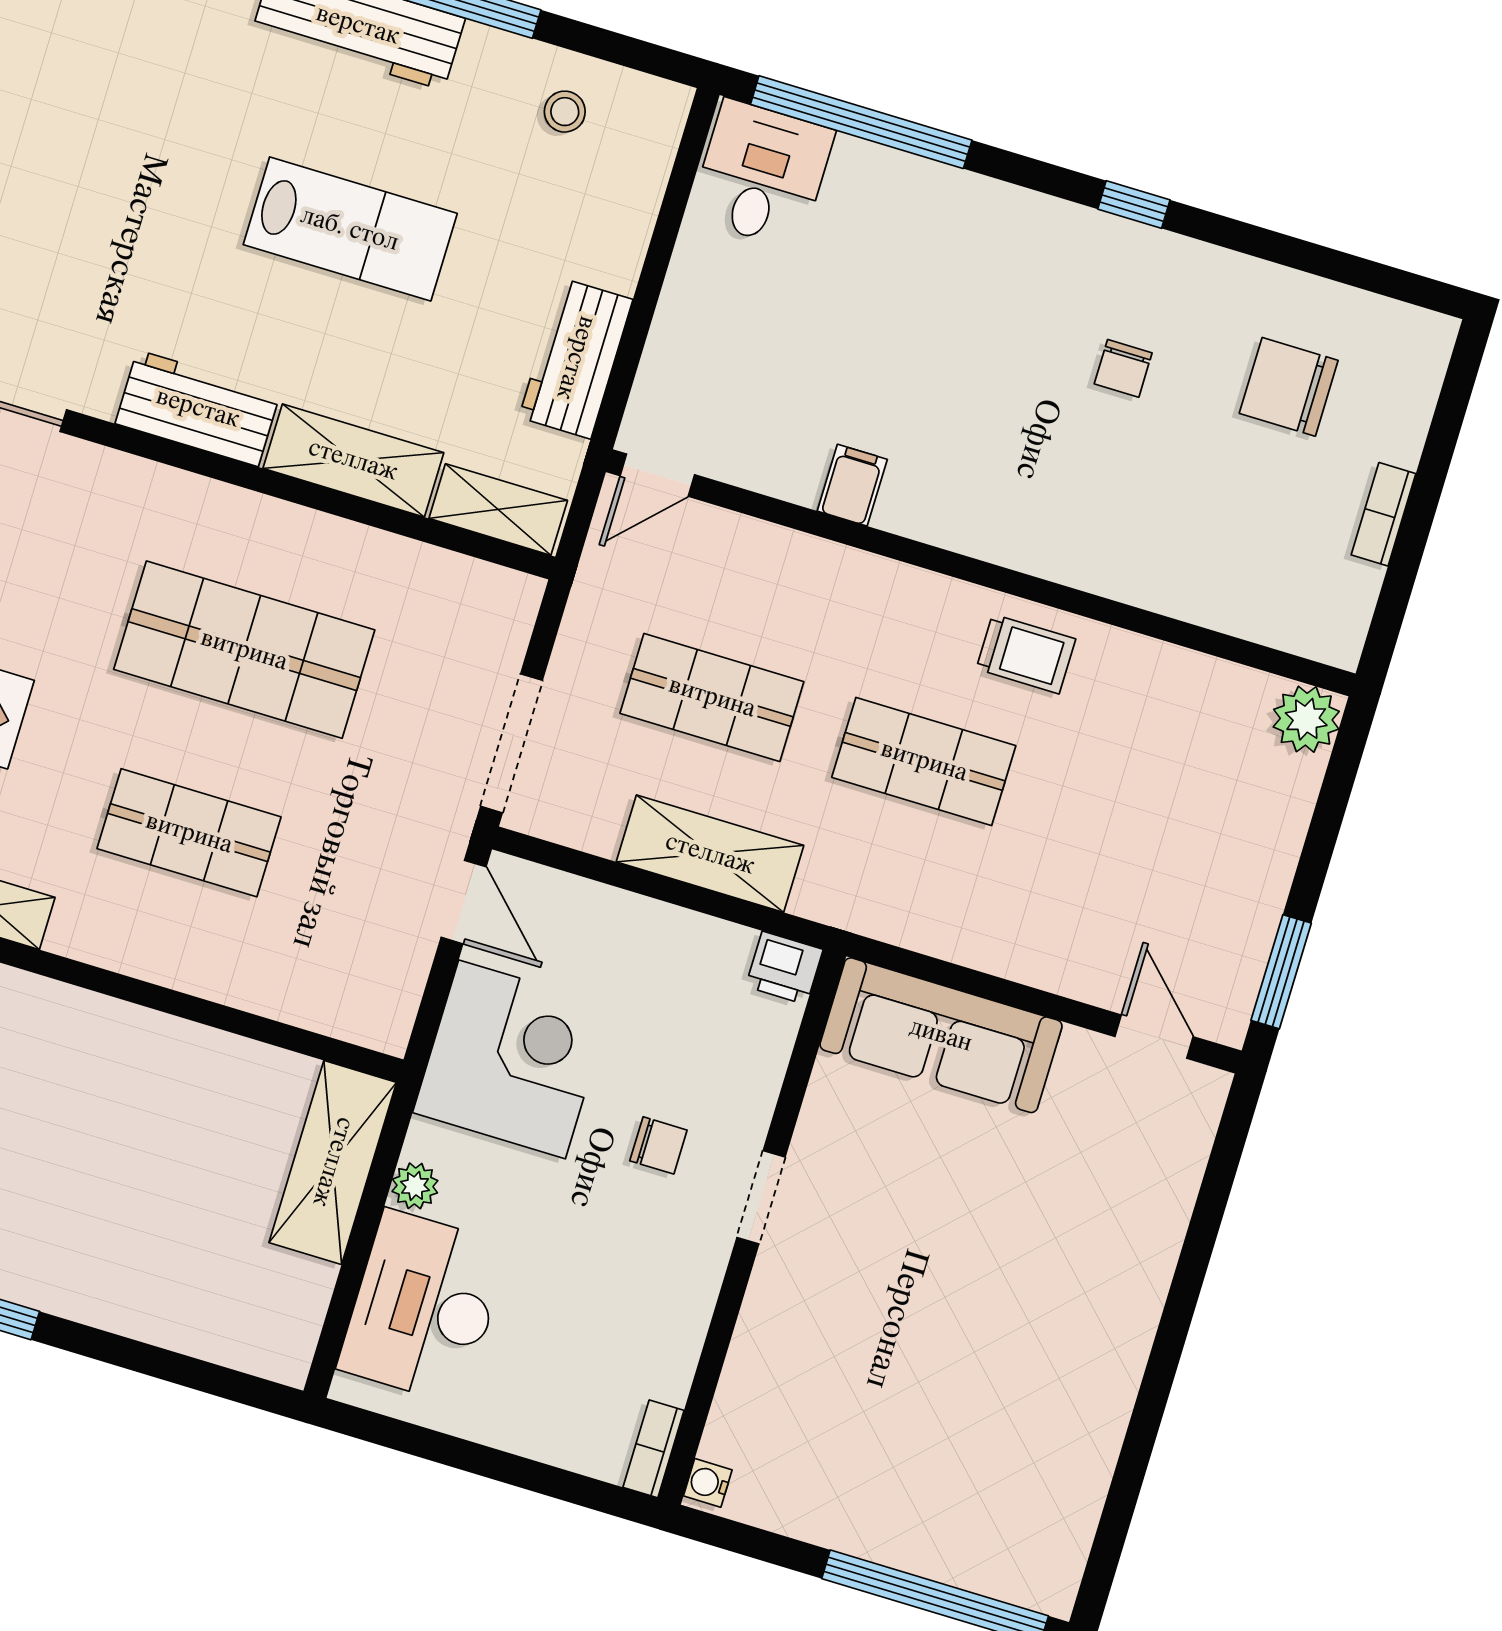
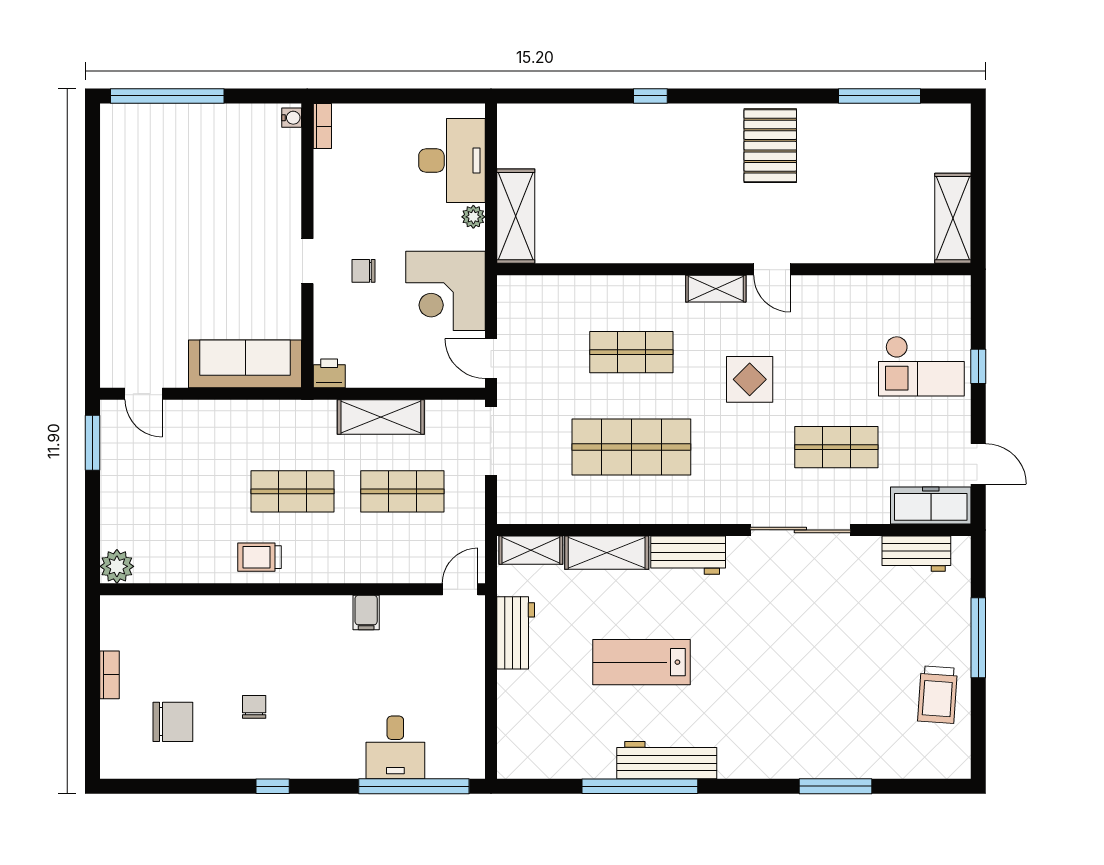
stool: (565, 112) -> (556, 749), removed
desk: (762, 174) -> (395, 747), moved

